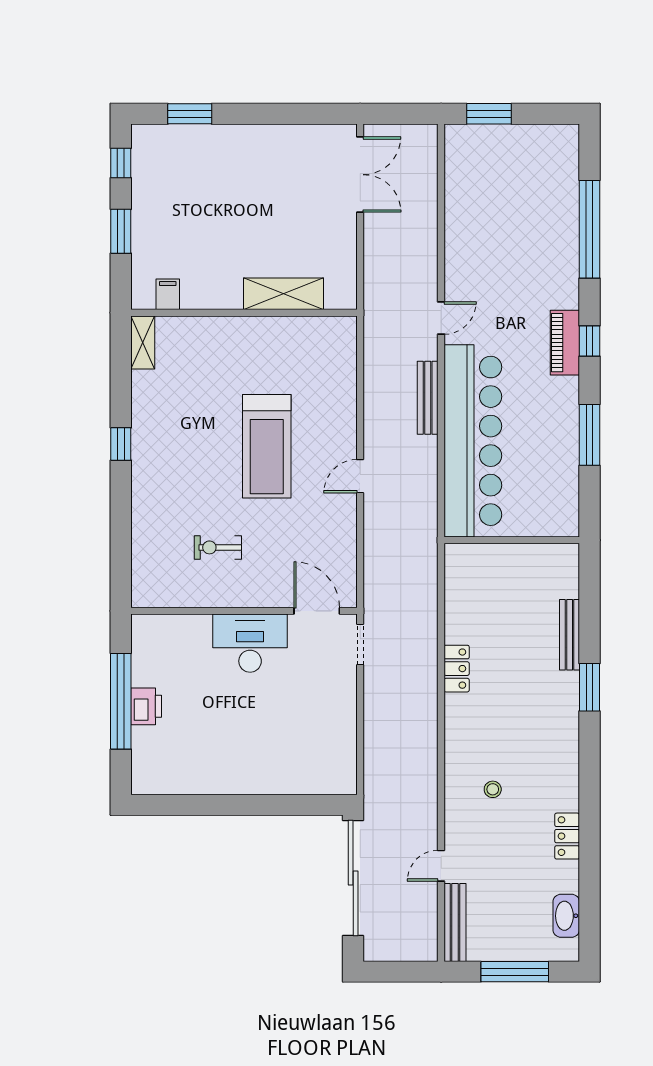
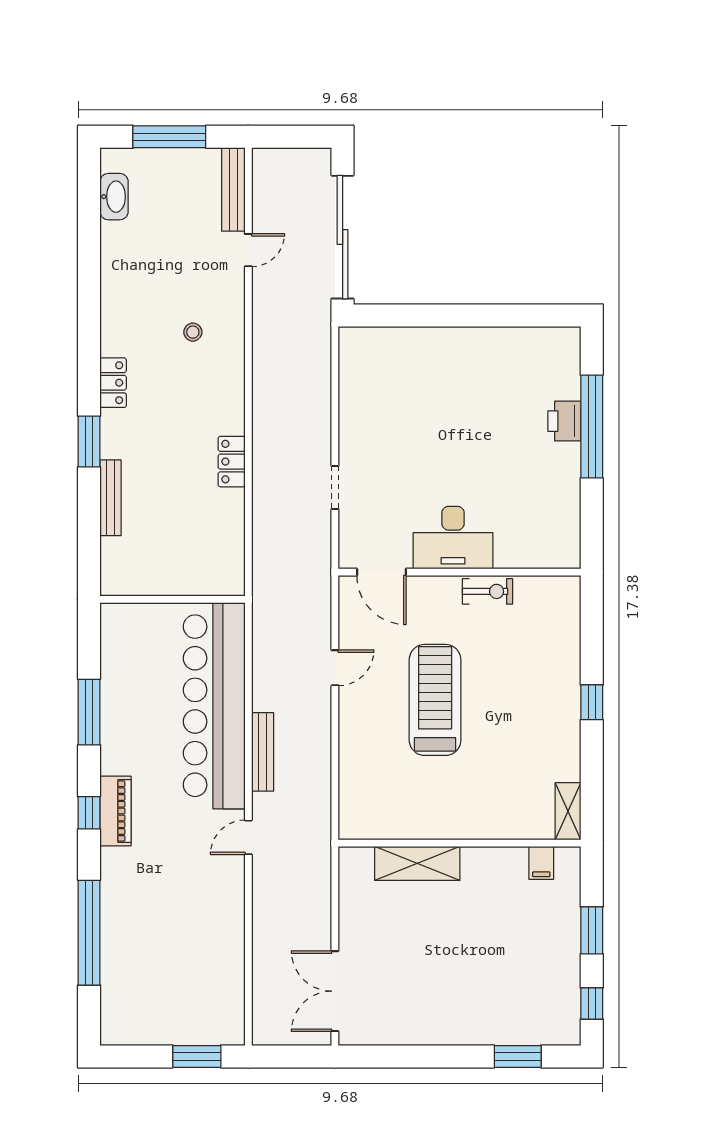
wall: (244, 611) -> (460, 572), moved
door: (317, 611) -> (381, 572), moved
desk: (250, 643) -> (453, 538), moved
locker: (567, 836) -> (113, 383), moved

